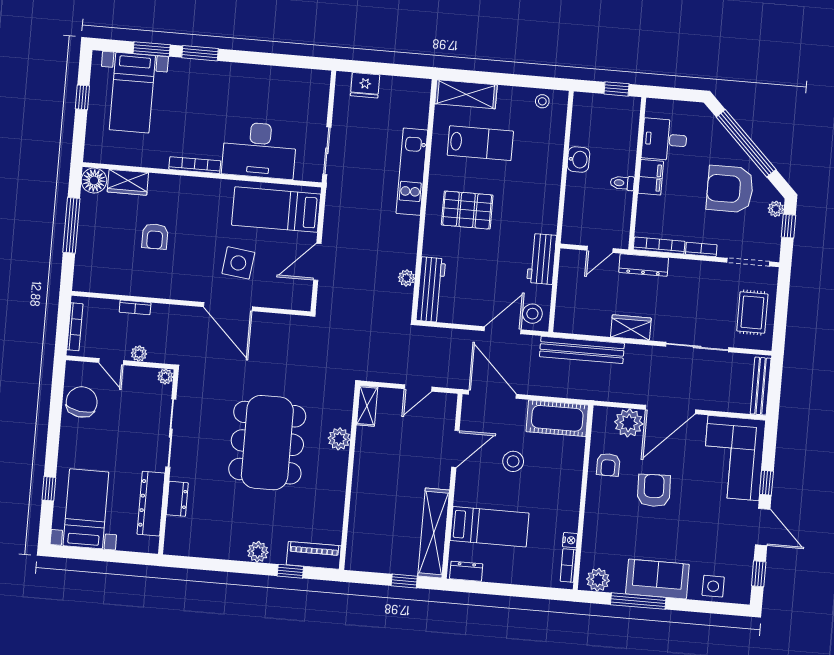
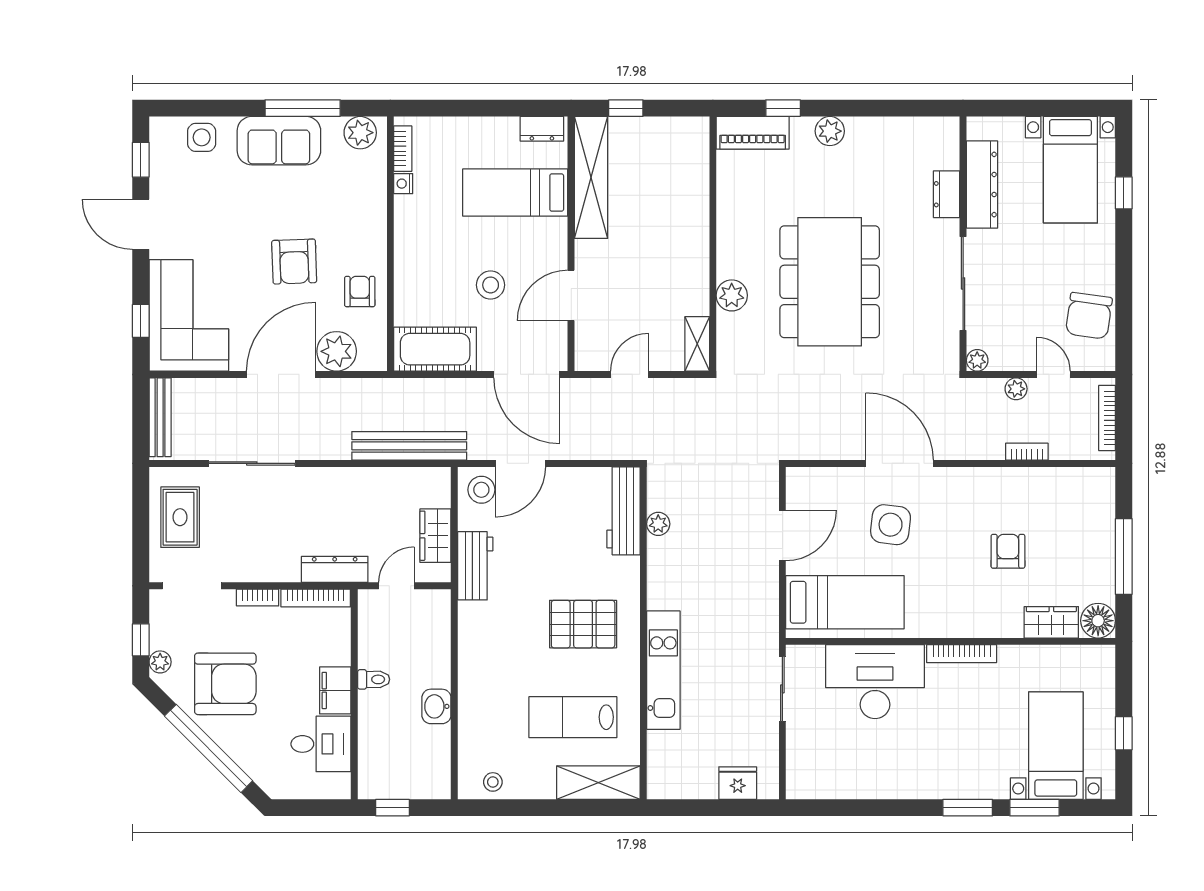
wardrobe: (631, 328) -> (435, 536), moved, turned 90
window: (766, 483) -> (141, 321), moved

